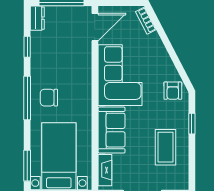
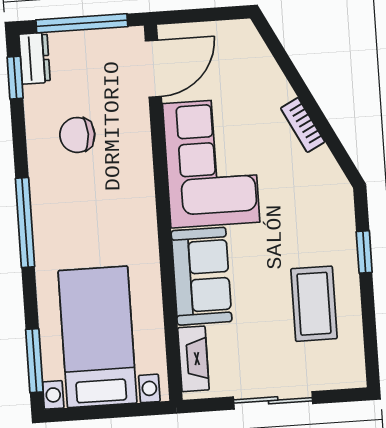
bookcase: (146, 21) -> (303, 125), moved
window: (27, 47) -> (15, 78), moved
armchair: (173, 91) -> (321, 187), removed
chair: (49, 98) -> (77, 135), moved

